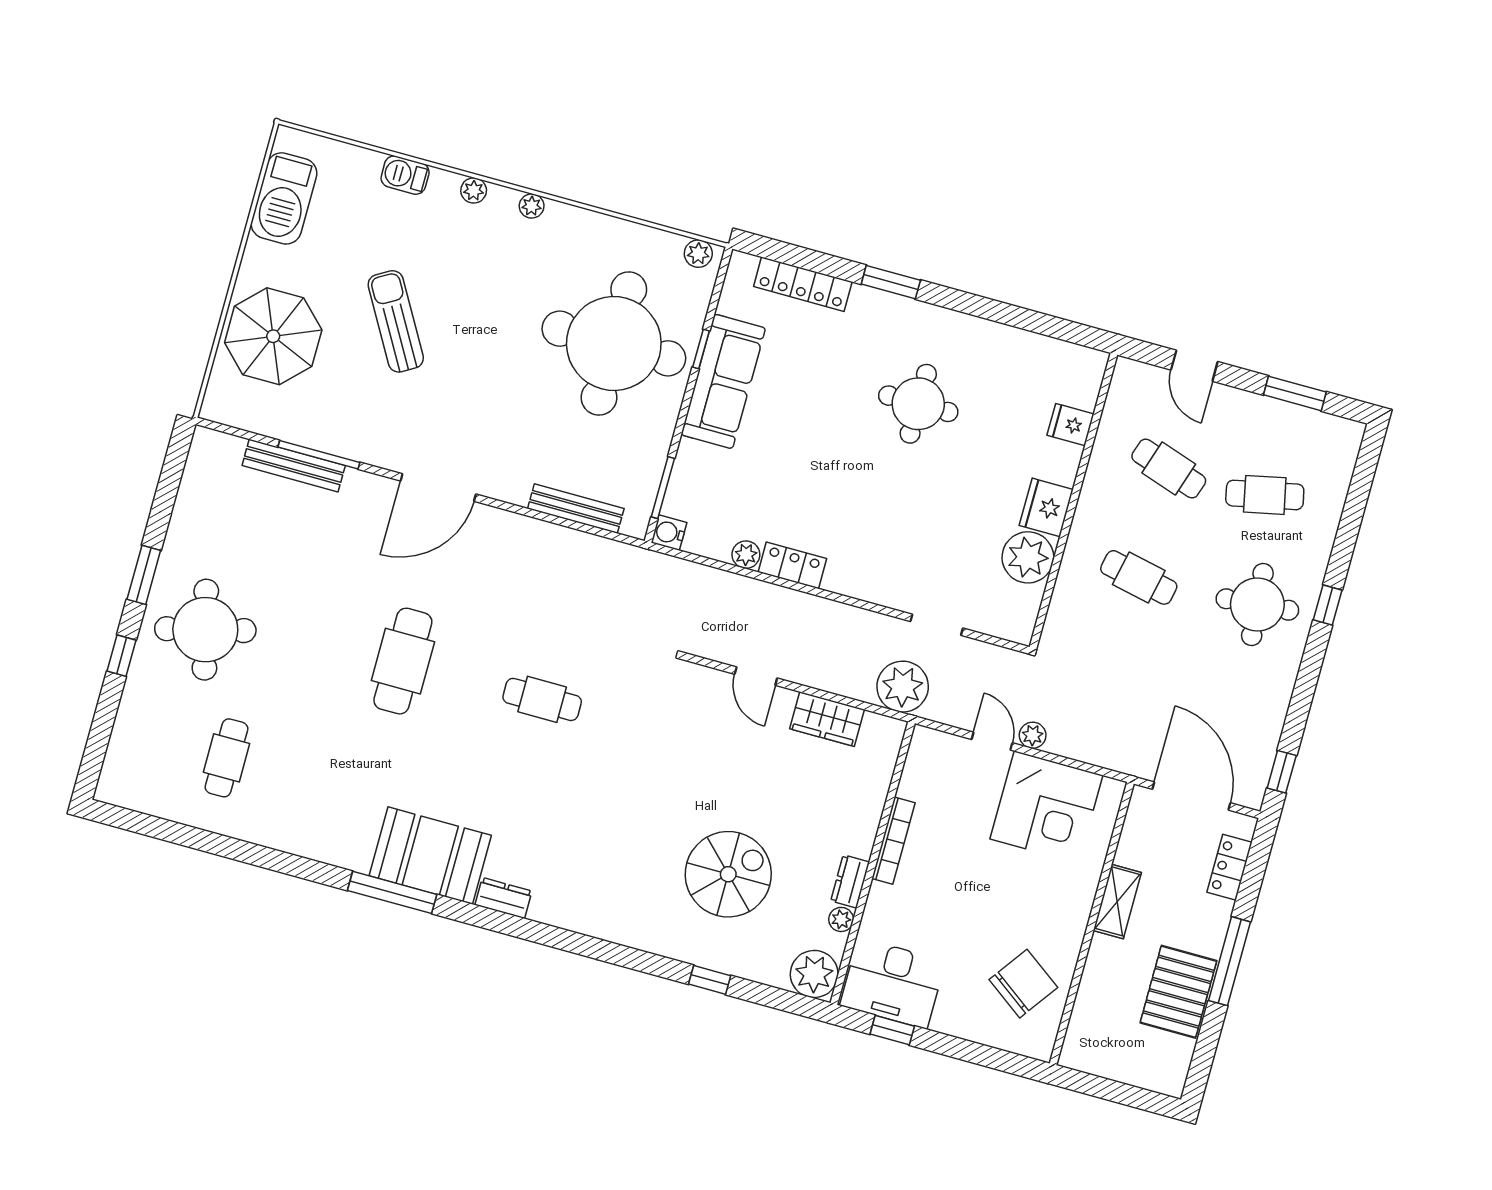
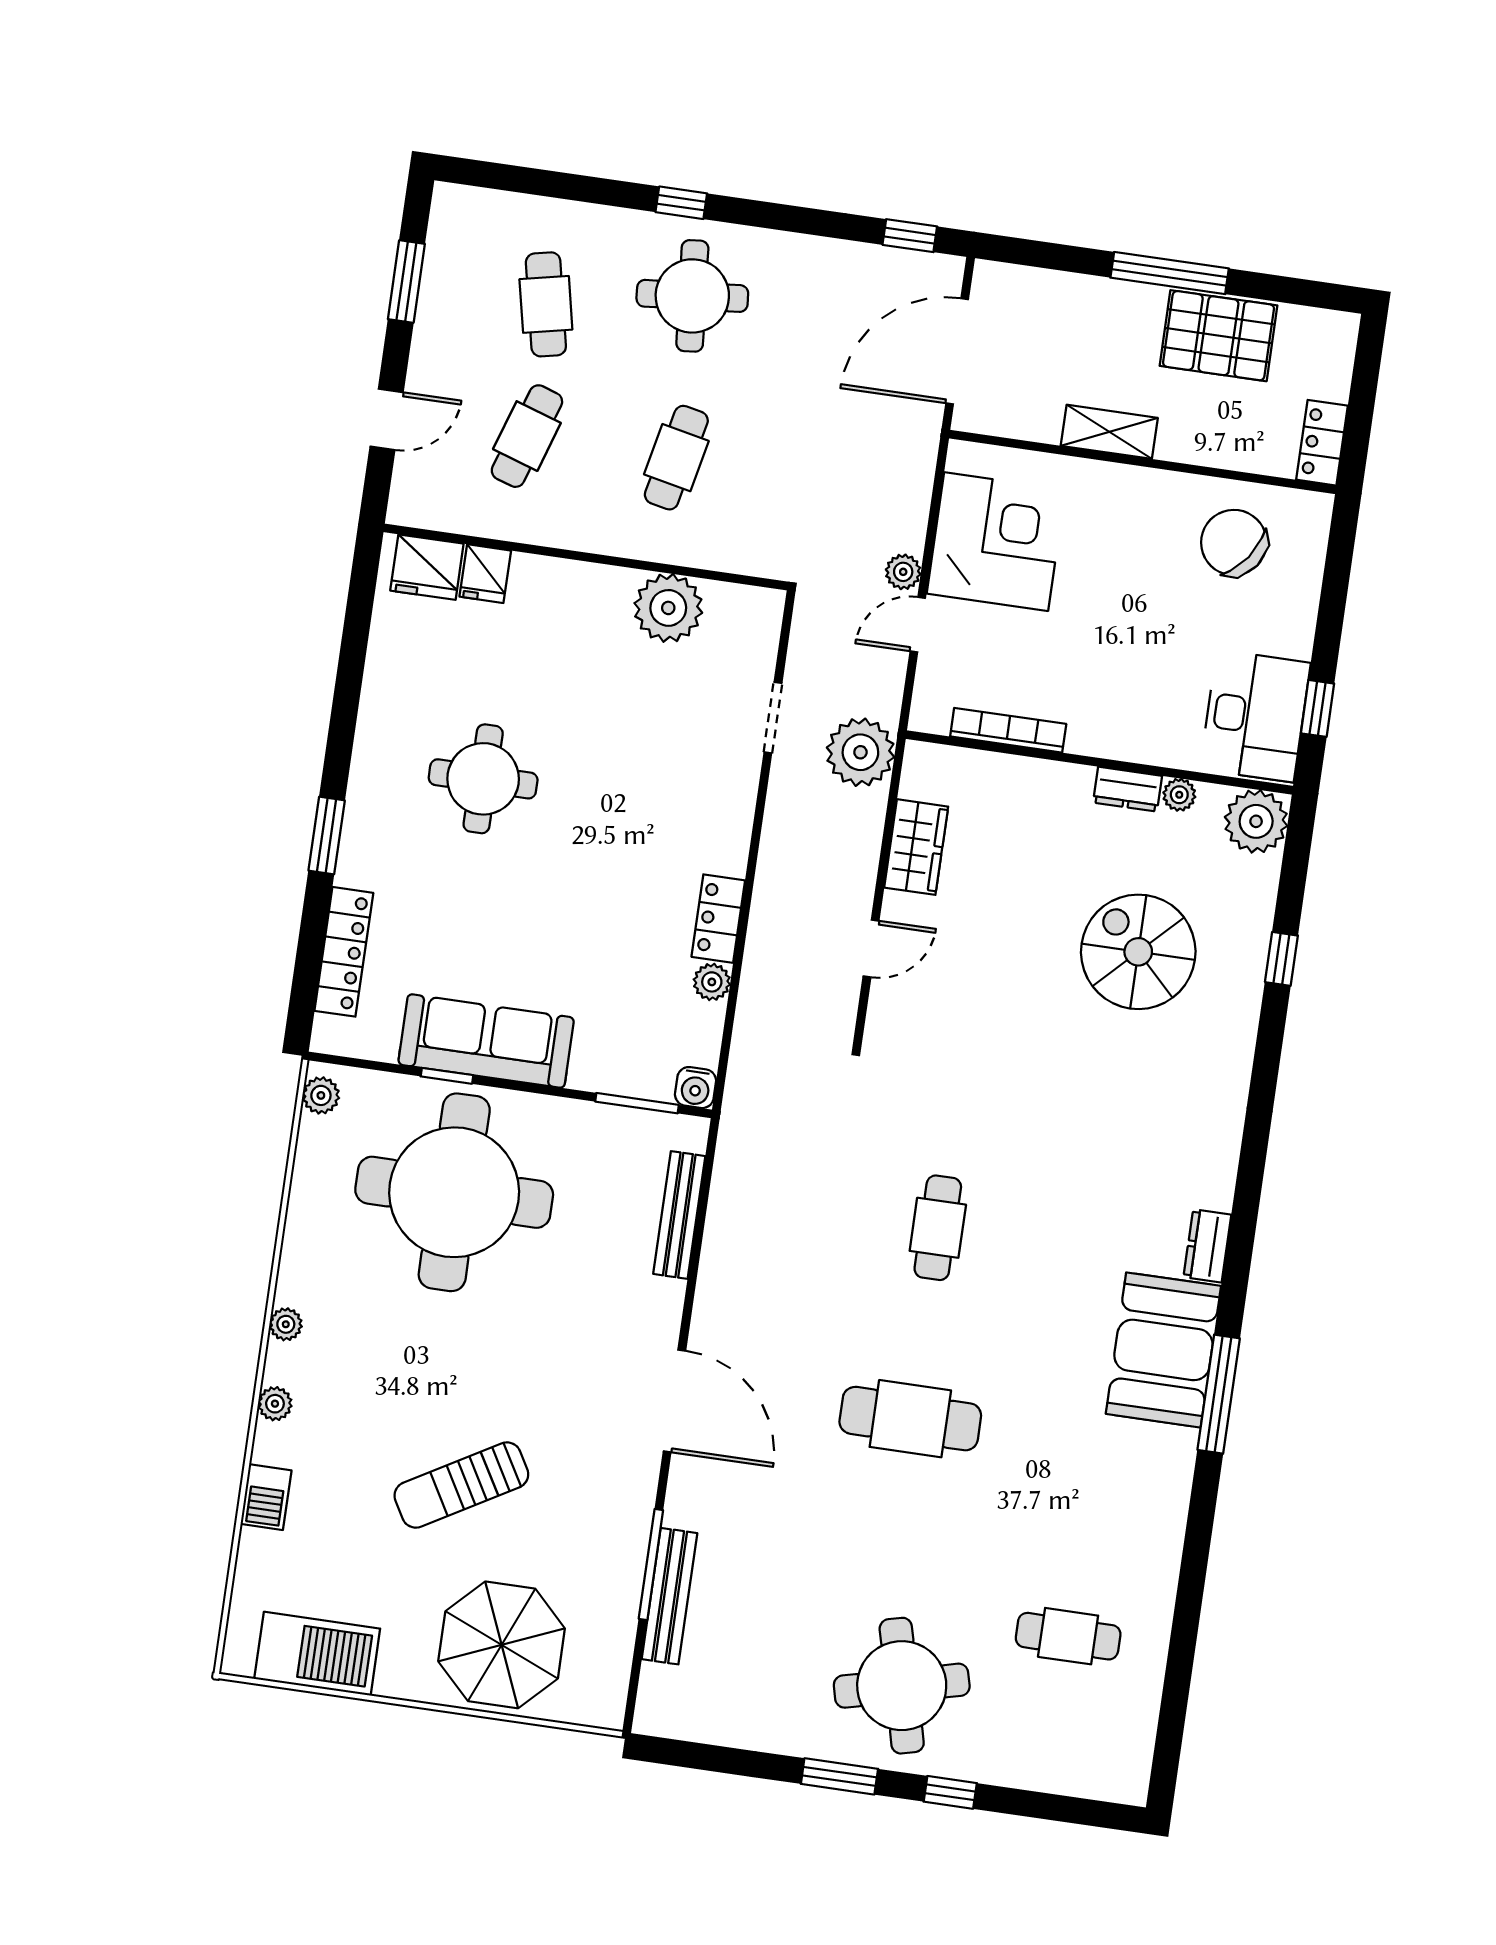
fridge: (1046, 507) -> (427, 567), moved
bookcase: (893, 841) -> (1008, 730), moved
locker: (1229, 867) -> (1322, 443), moved, turned 90

